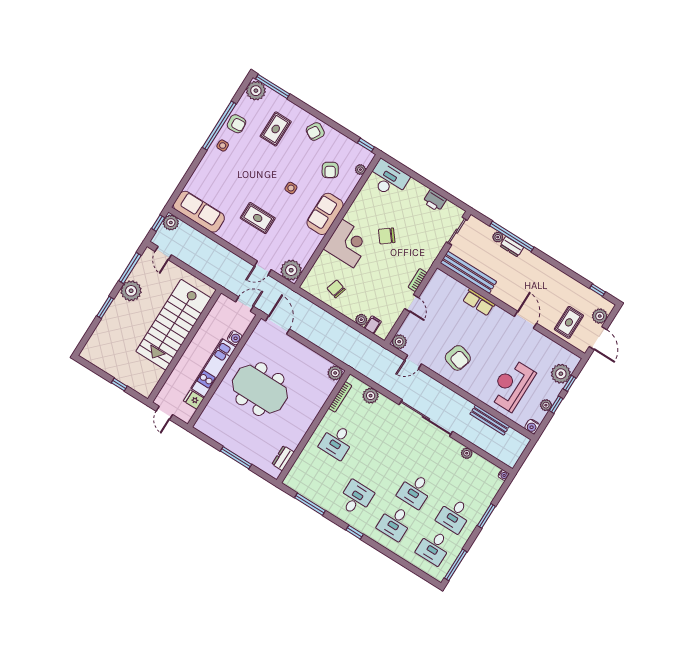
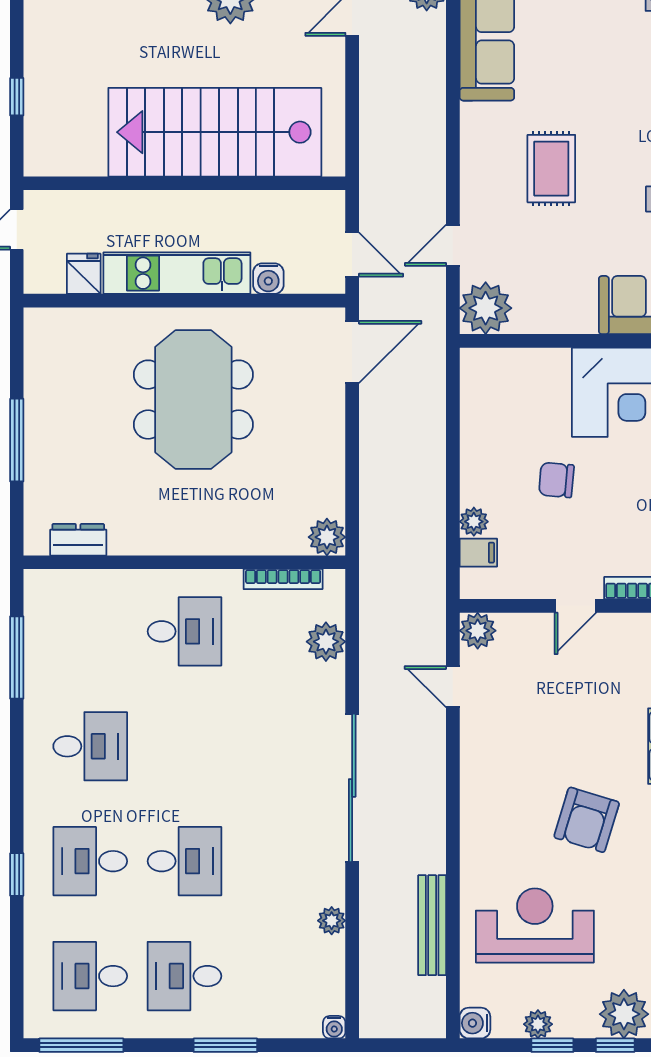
door: (263, 268) -> (453, 245), hinge flipped
chair: (336, 289) -> (556, 480), moved, turned -102
armchair: (458, 358) -> (587, 820), moved
desk: (337, 442) -> (184, 631), turned 180
desk: (415, 491) -> (184, 861), turned 180
window: (355, 532) -> (17, 875), moved

